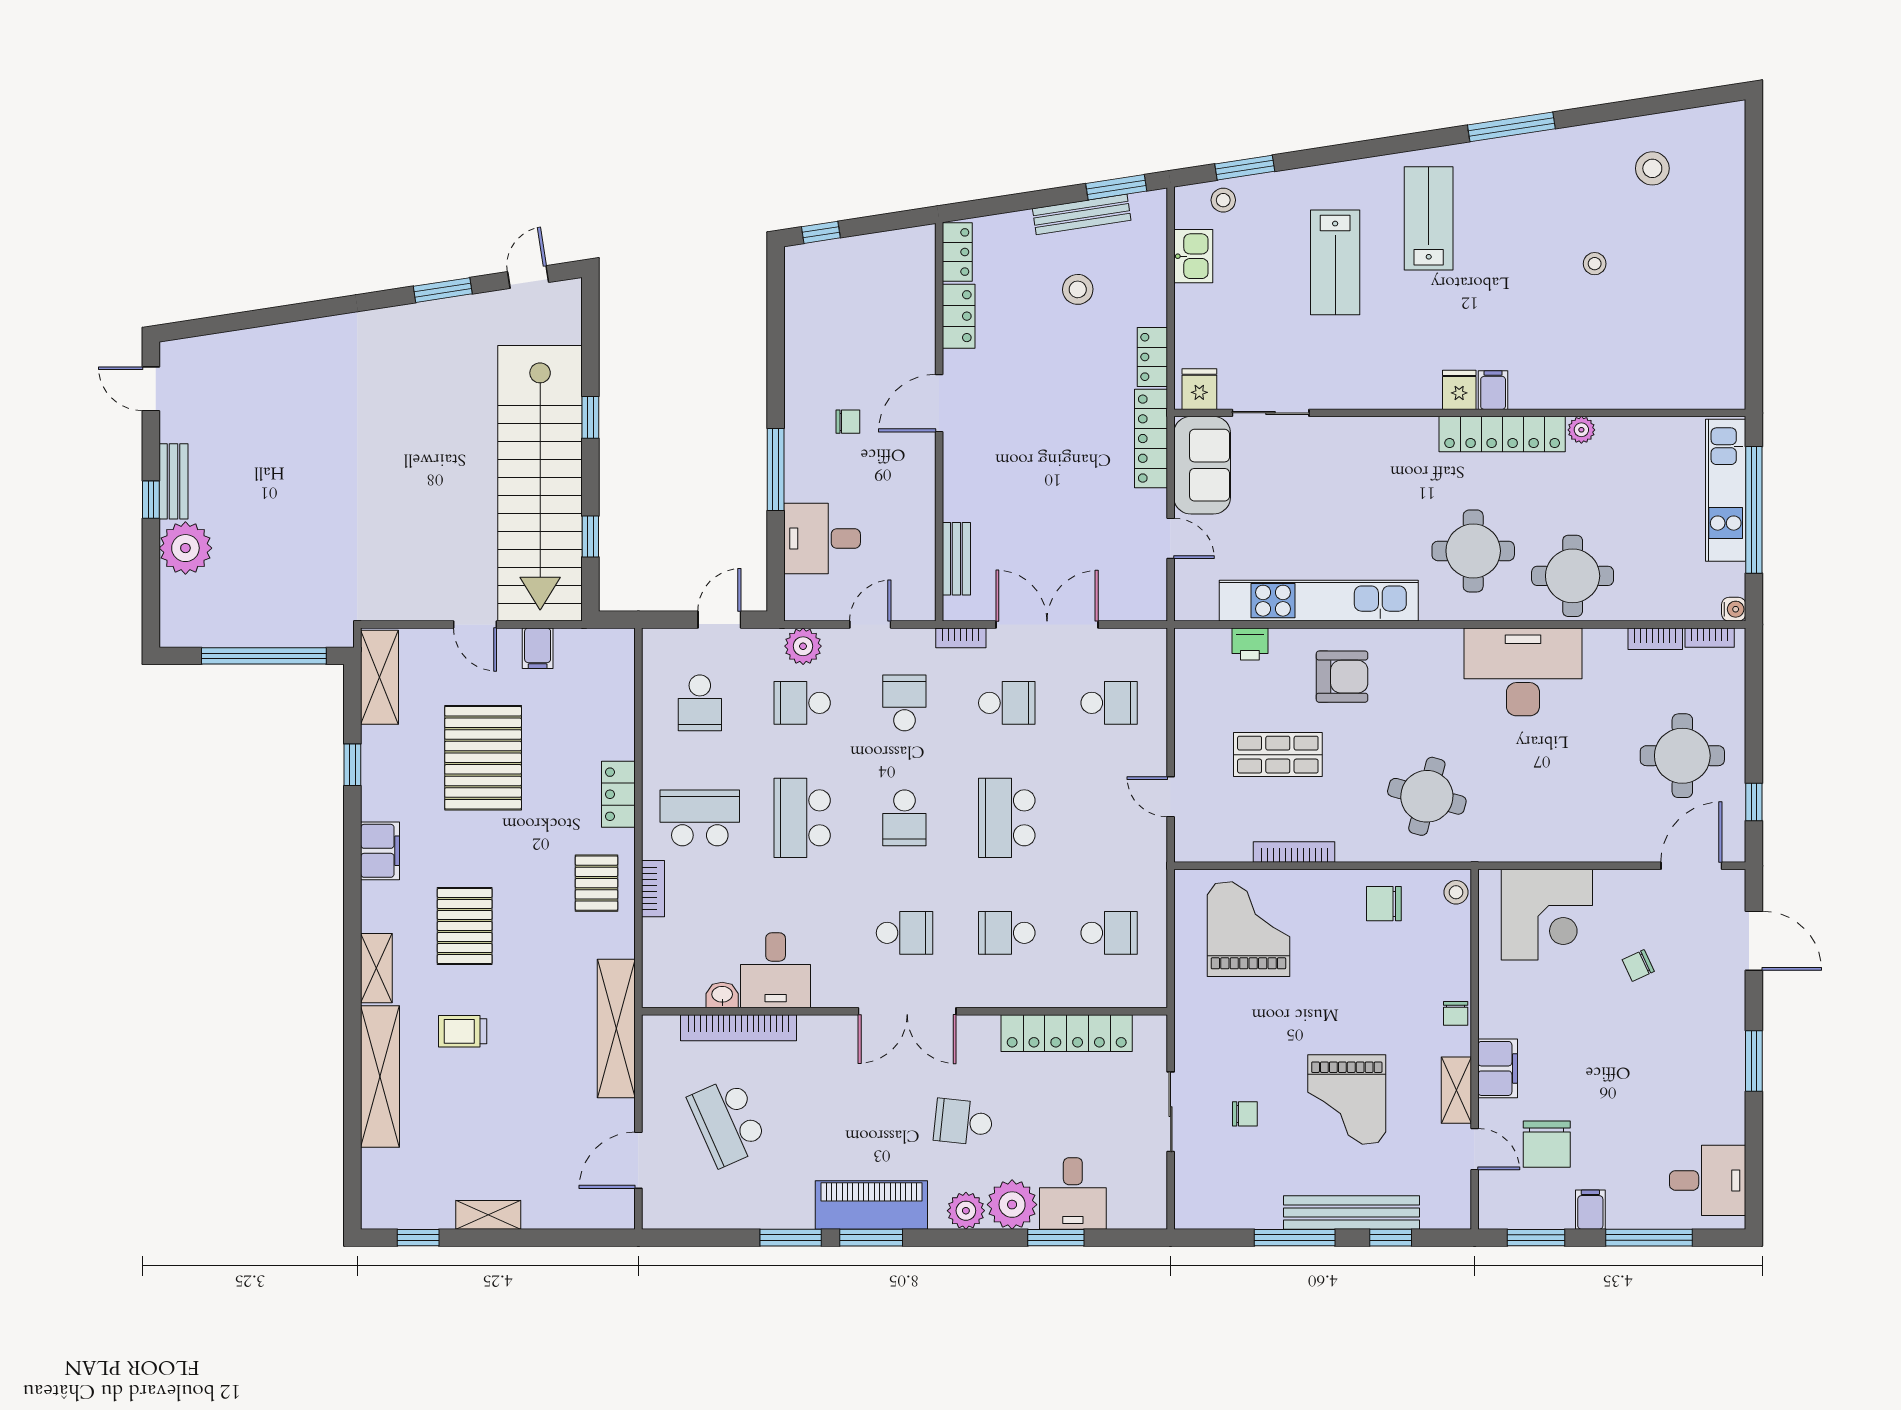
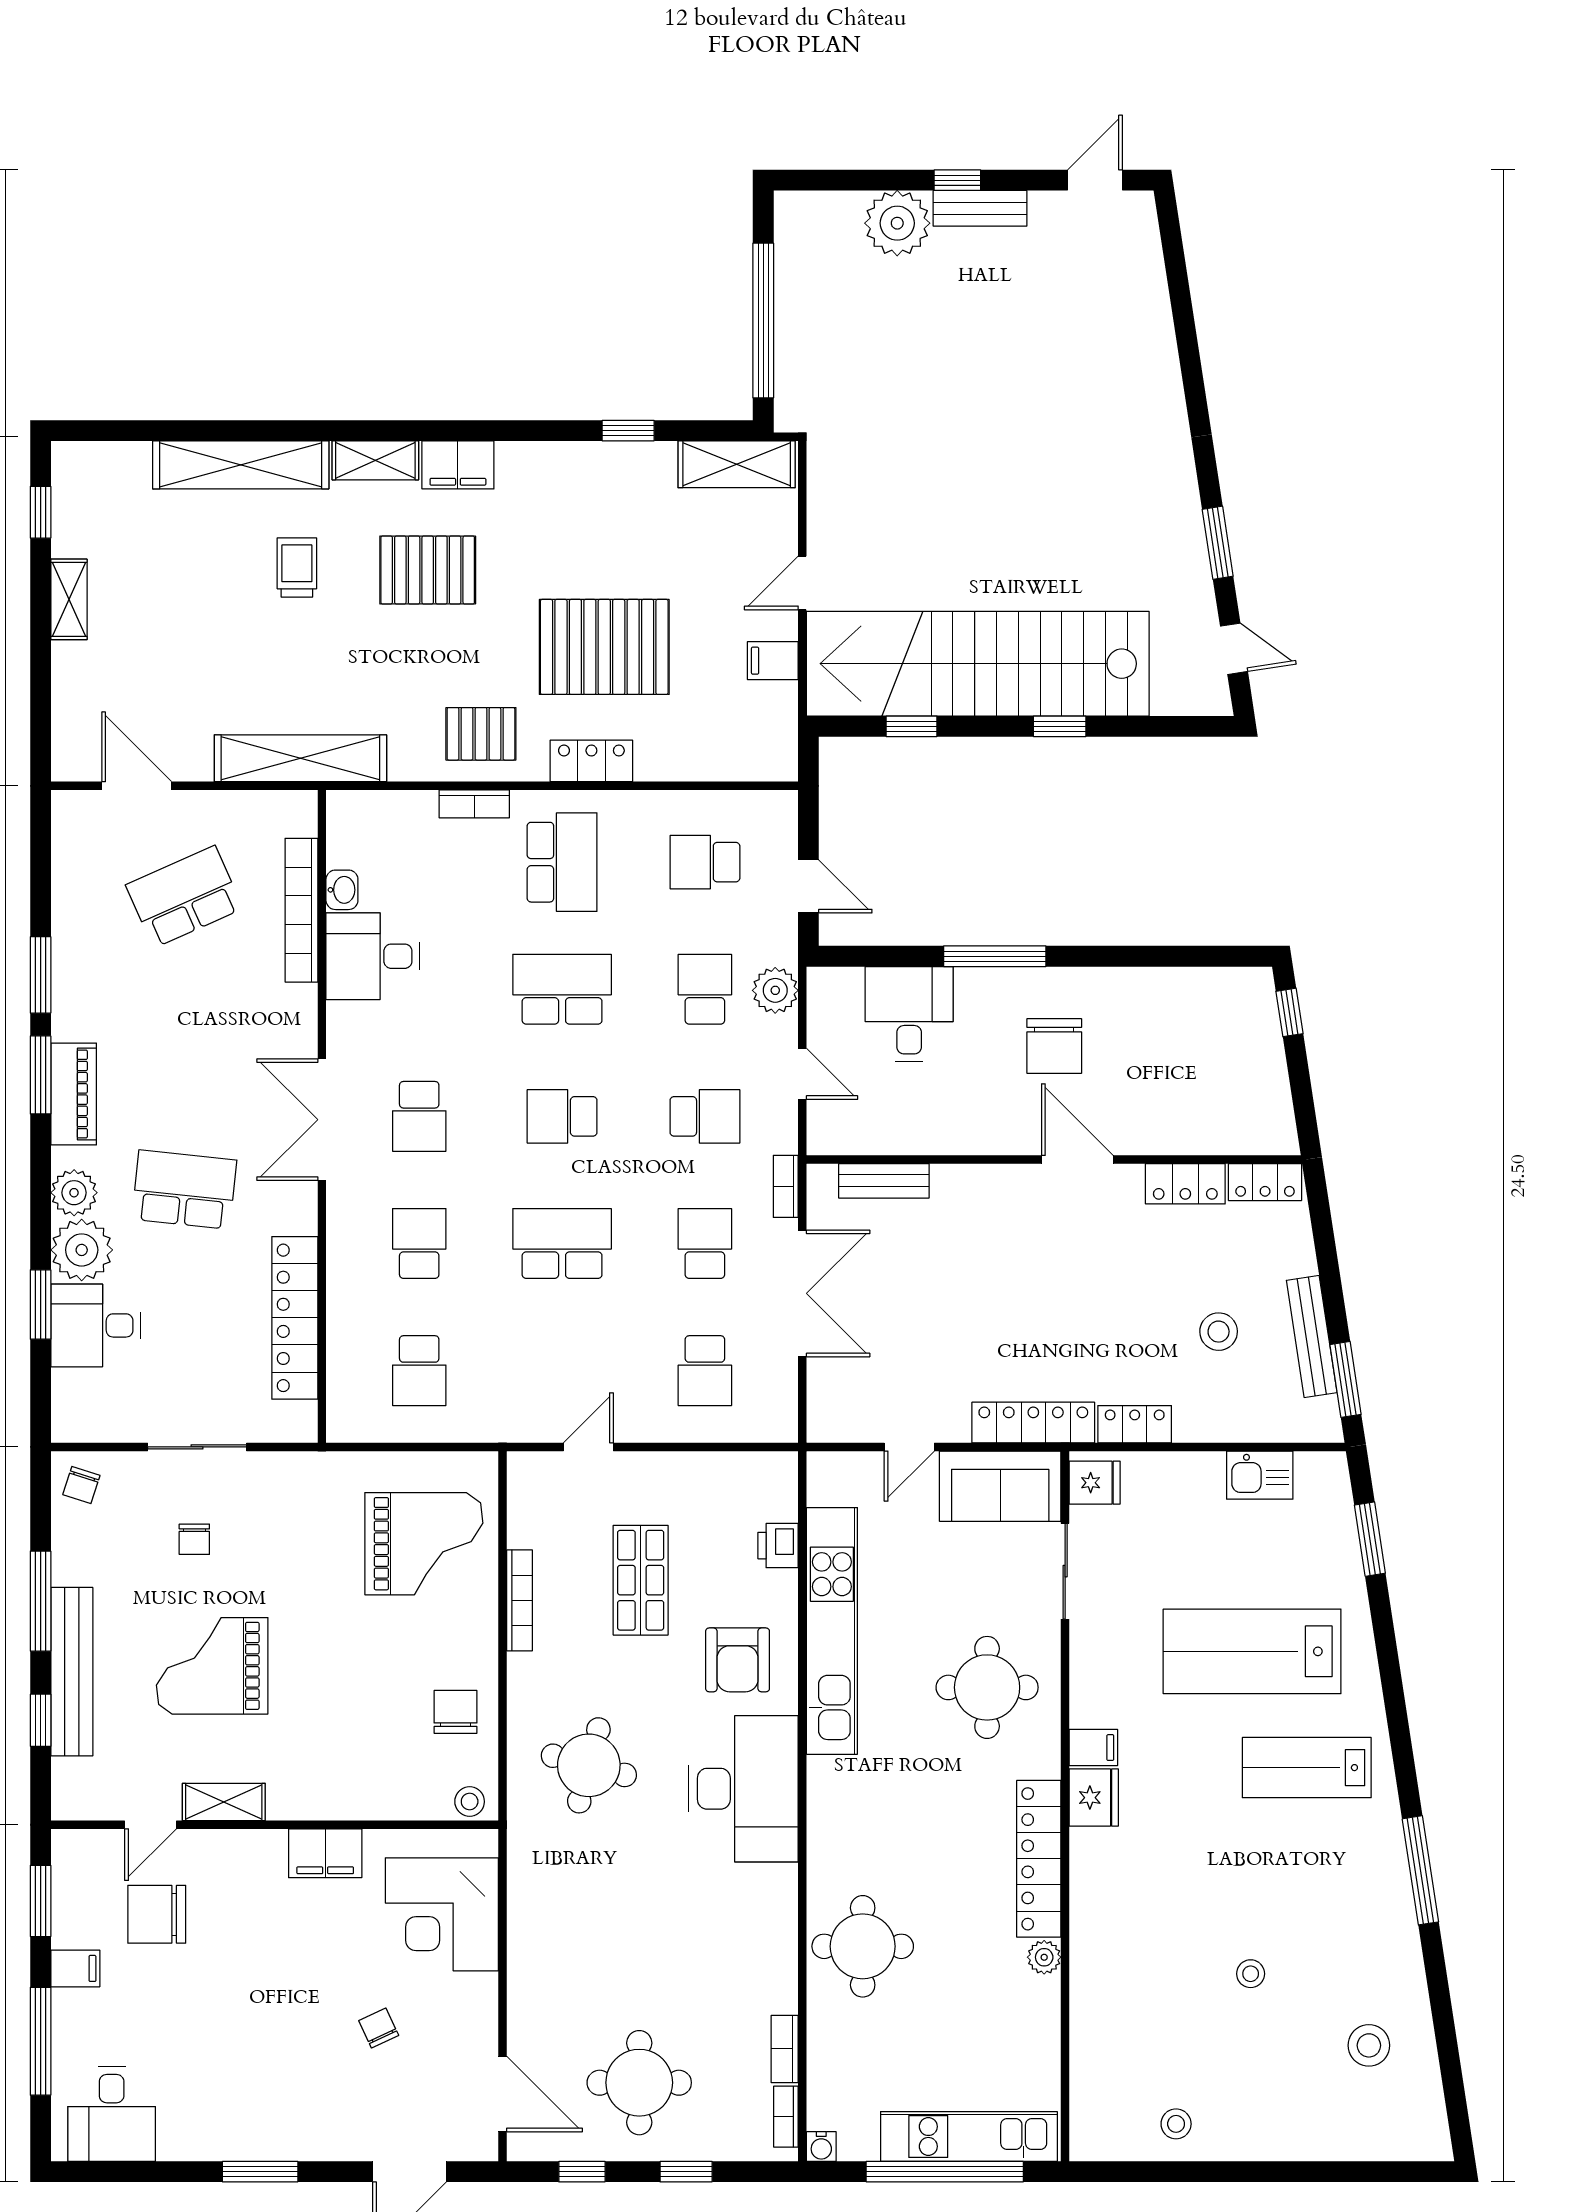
stool: (1223, 200) -> (1176, 2124), moved
lab bench: (1429, 218) -> (1307, 1768), turned 180
lab bench: (1335, 262) -> (1252, 1651), width x1.36, depth x1.39
fridge: (1459, 390) -> (1094, 1798), width x1.38
filing cabinet: (1493, 390) -> (1093, 1748), moved
chair: (848, 422) -> (1054, 1046), width x1.87, depth x1.87
round table: (1473, 551) -> (987, 1687), moved
desk: (1523, 672) -> (743, 1789), moved
school desk: (1007, 703) -> (705, 1243), turned 180
window: (1754, 718) -> (686, 2172), added
pallet: (483, 758) -> (604, 647), moved
filing cabinet: (380, 851) -> (458, 465), moved
chair: (1456, 1013) -> (81, 1485), moved, turned -72
filing cabinet: (1498, 1068) -> (325, 1853), moved
school desk: (963, 1122) -> (184, 1190), width x1.85
piano: (871, 1205) -> (74, 1094), width x0.73, depth x0.75

